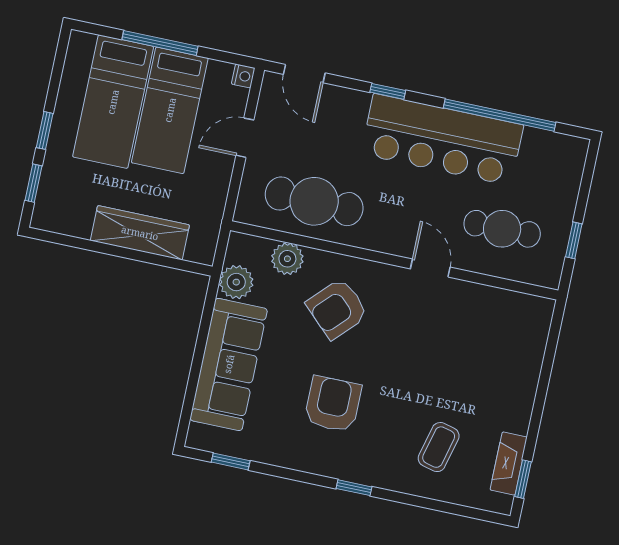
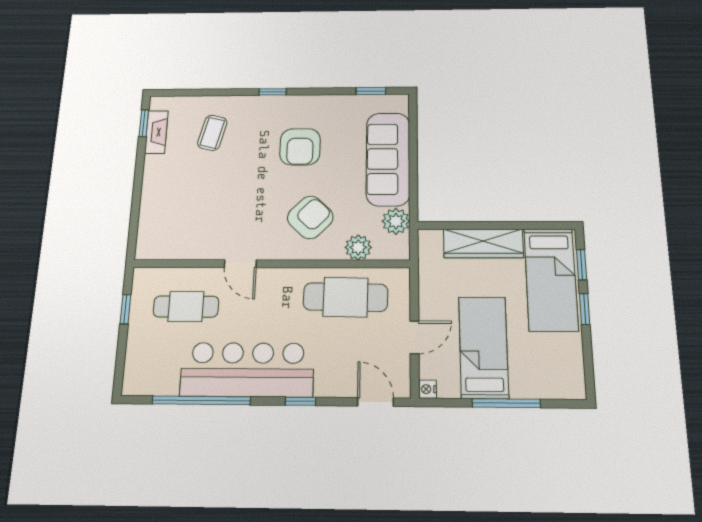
bed: (113, 102) -> (551, 279), moved, turned 180

